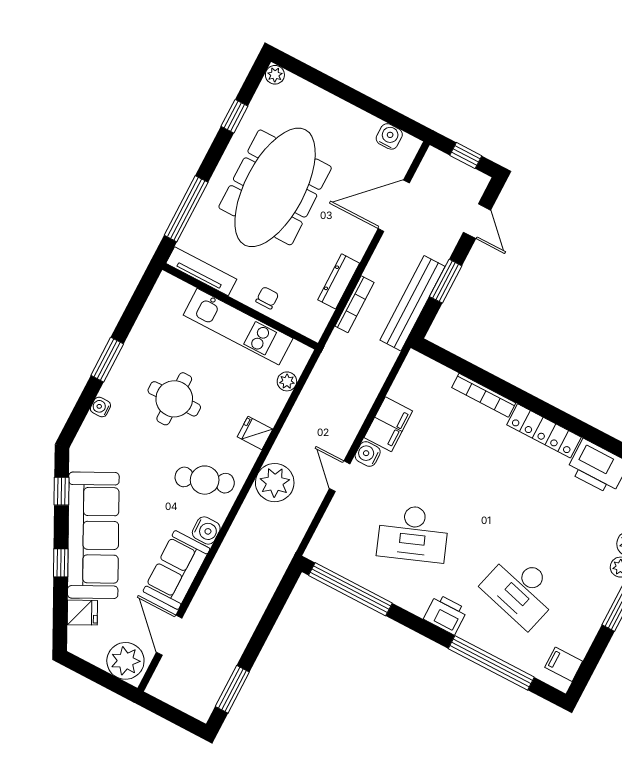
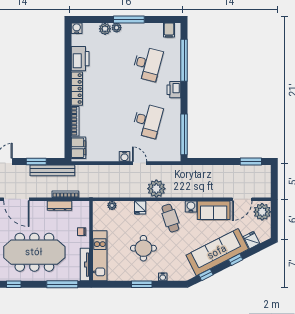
kitchen unit: (238, 327) -> (100, 256), moved
filing cabinet: (388, 424) -> (79, 148), moved, turned 90
door: (340, 476) -> (140, 163), swing flipped
desk: (413, 533) -> (147, 121), turned 36

